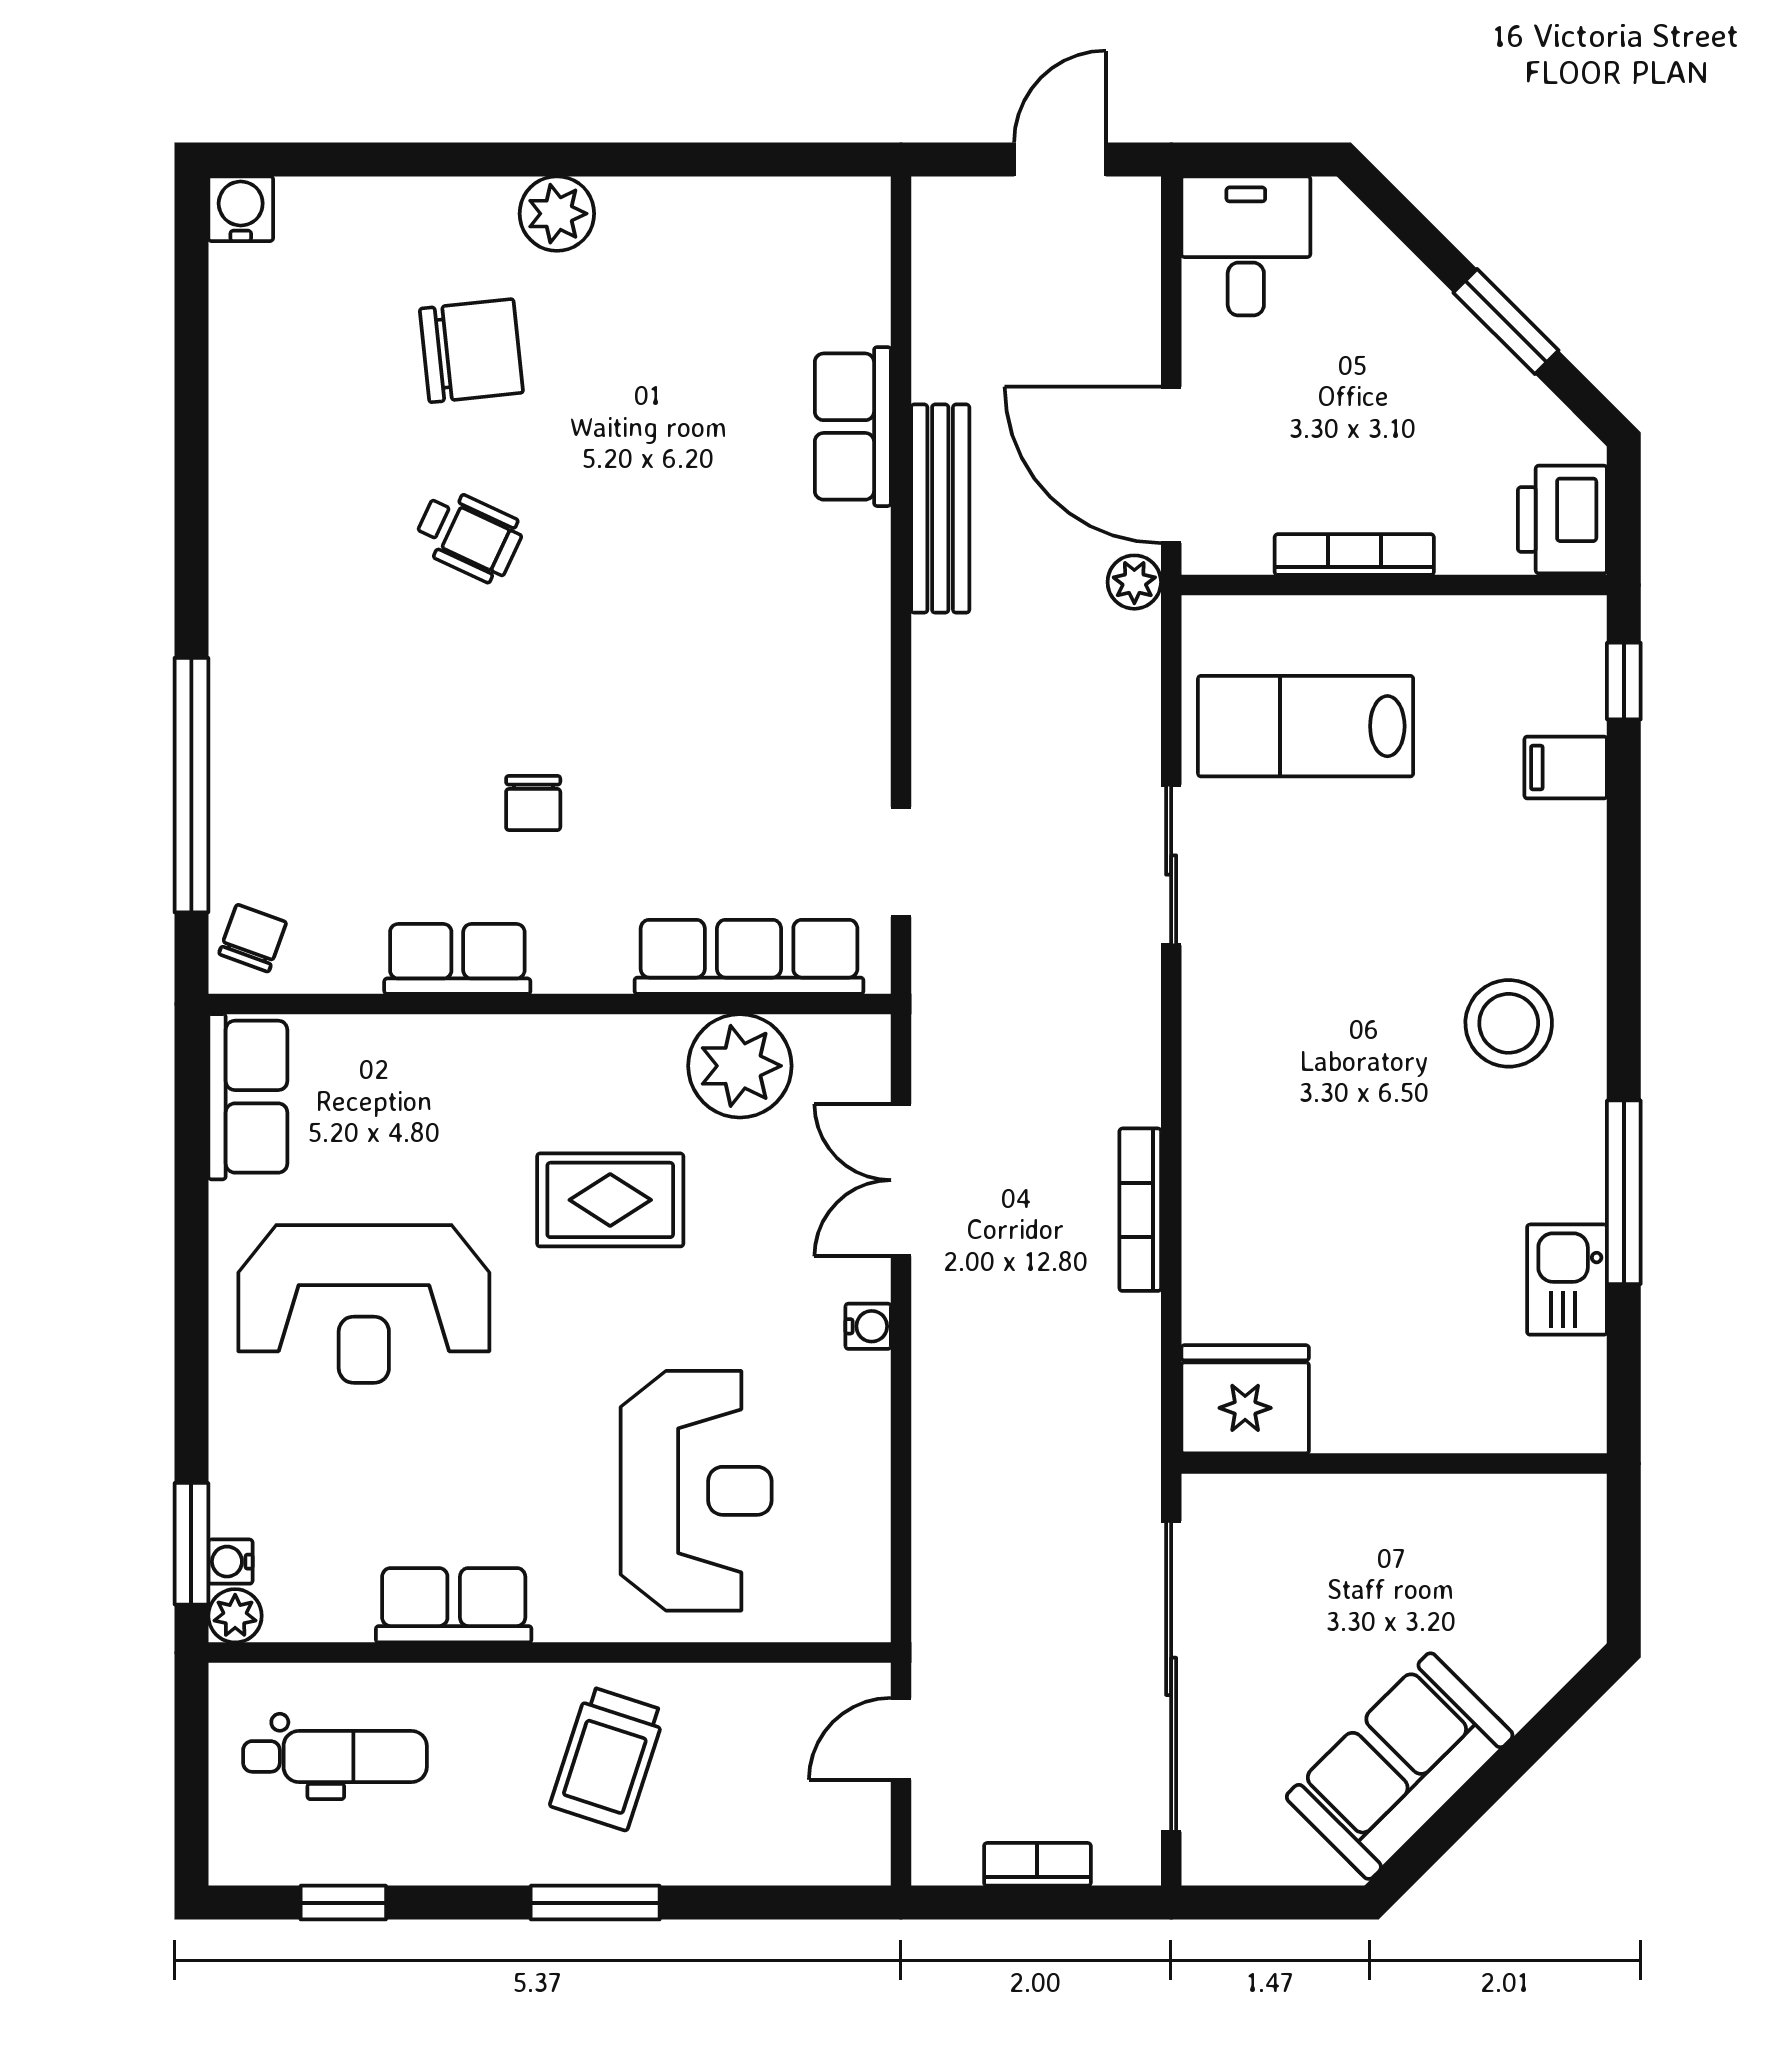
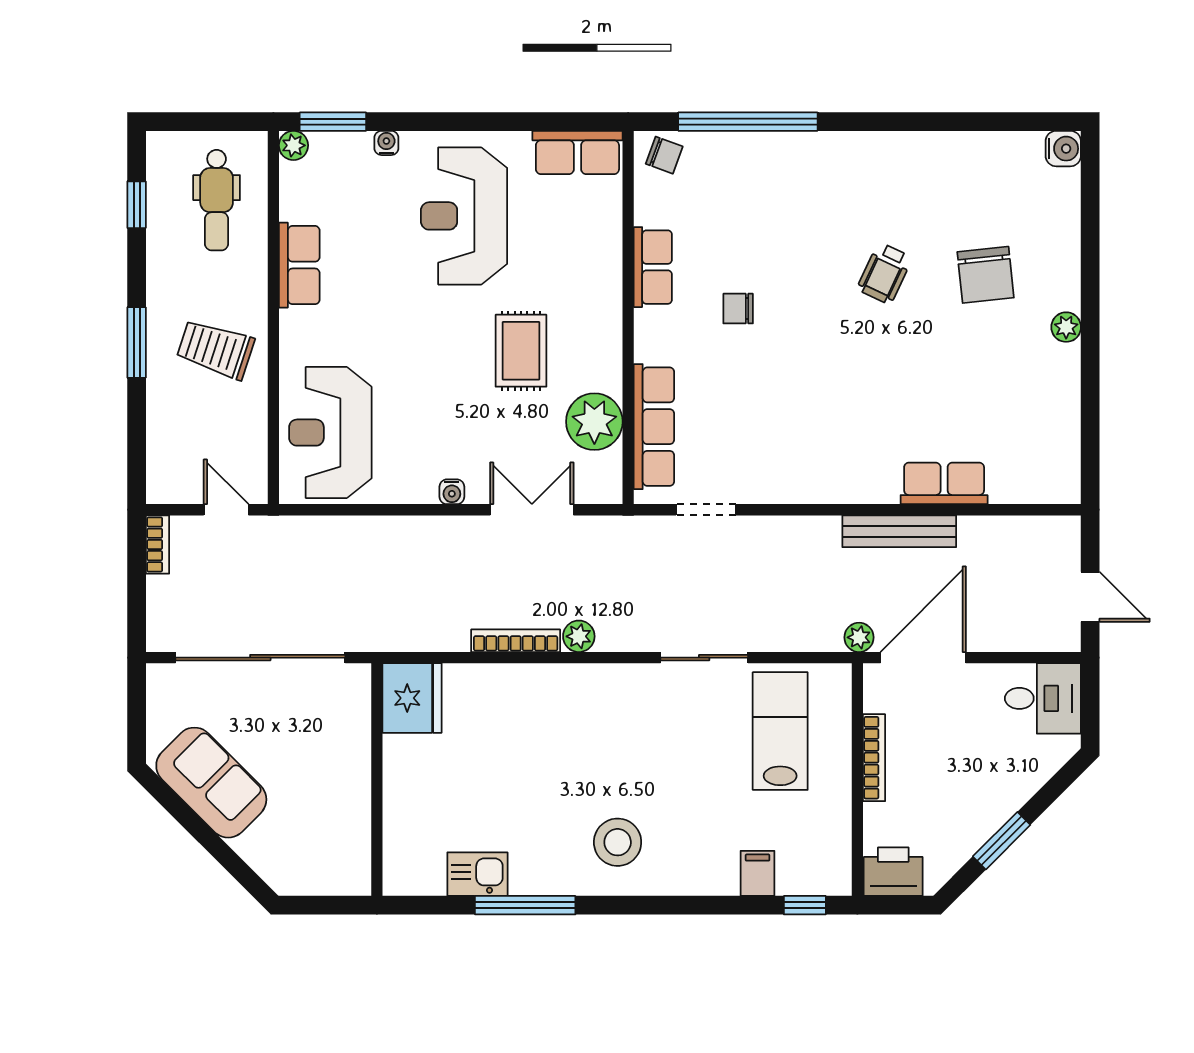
plant: (557, 214) -> (1066, 327), width x0.73, depth x0.73
plant: (1132, 1094) -> (579, 636), added
reception desk: (696, 1491) -> (330, 433), moved, turned 90
water cooler: (230, 1562) -> (386, 143), moved
bookcase: (1037, 1864) -> (158, 544), moved

